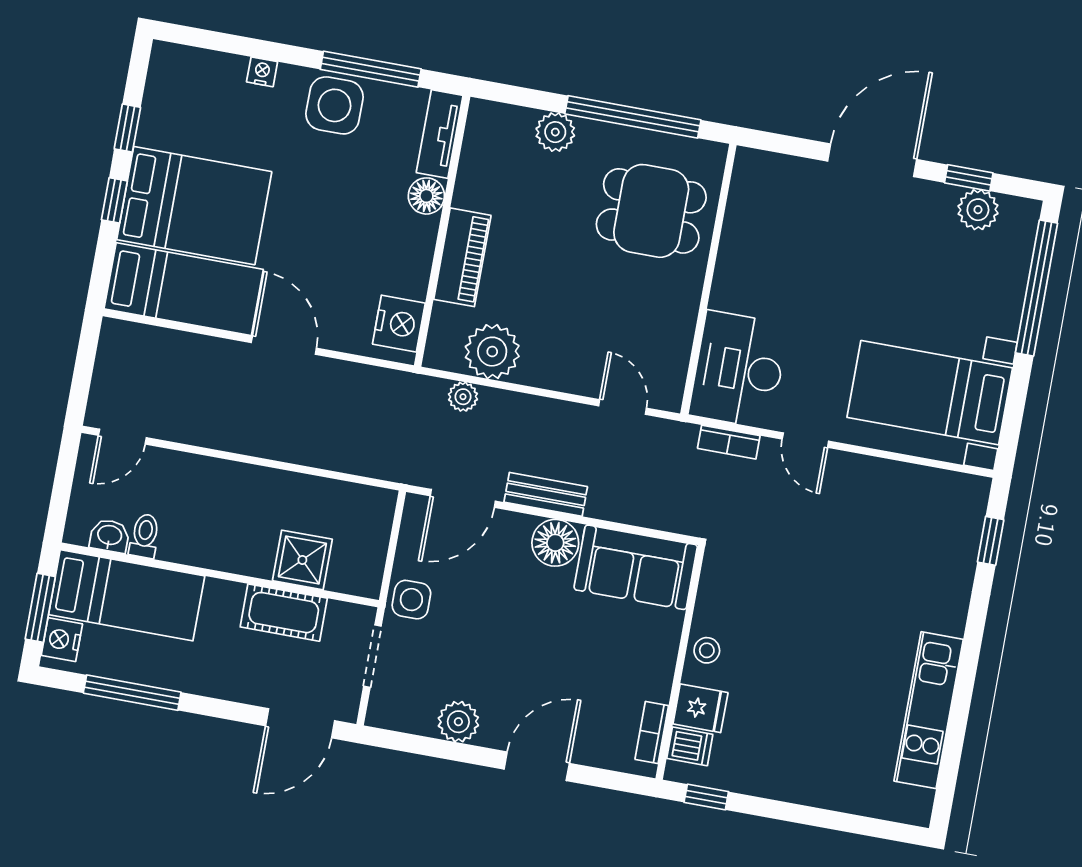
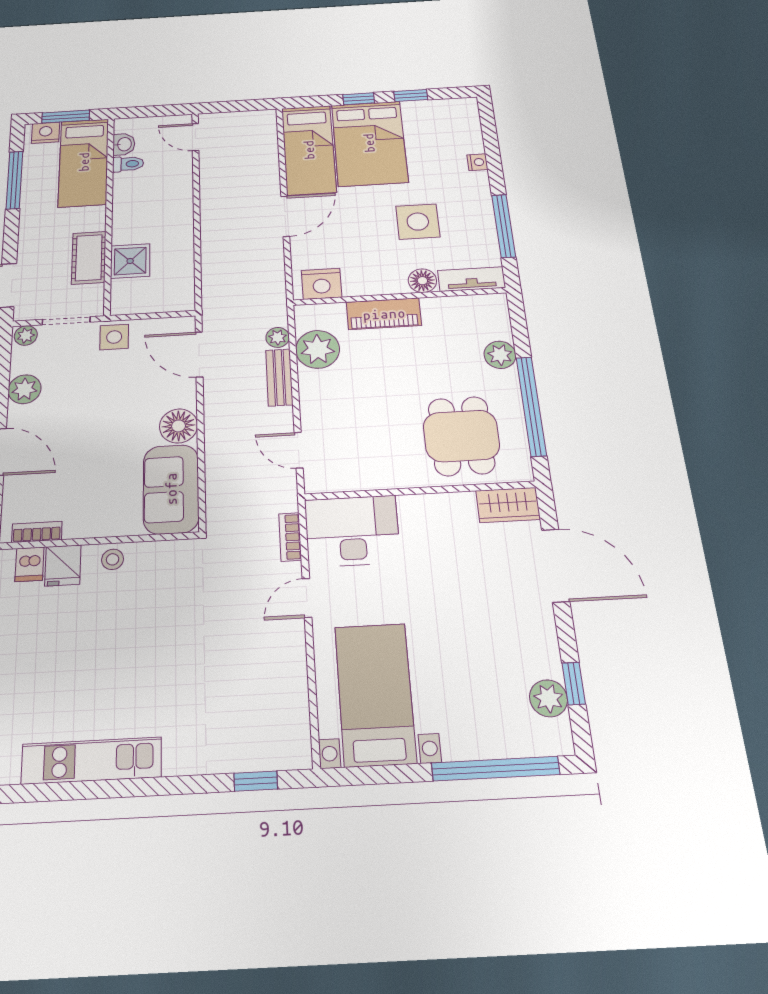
side table: (335, 105) -> (418, 222), moved
door: (872, 160) -> (556, 565), moved
wardrobe: (750, 184) -> (508, 505), added
door: (623, 407) -> (299, 450), swing flipped
bench: (546, 494) -> (279, 377), moved
plant: (381, 710) -> (26, 335), added

